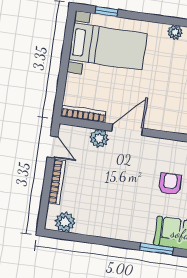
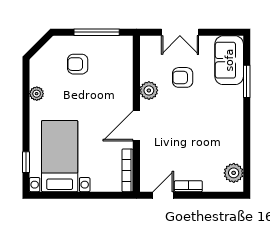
door: (127, 130) -> (136, 126), hinge flipped
plant: (99, 139) -> (149, 90), moved
bookcase: (57, 182) -> (188, 186), width x0.64

